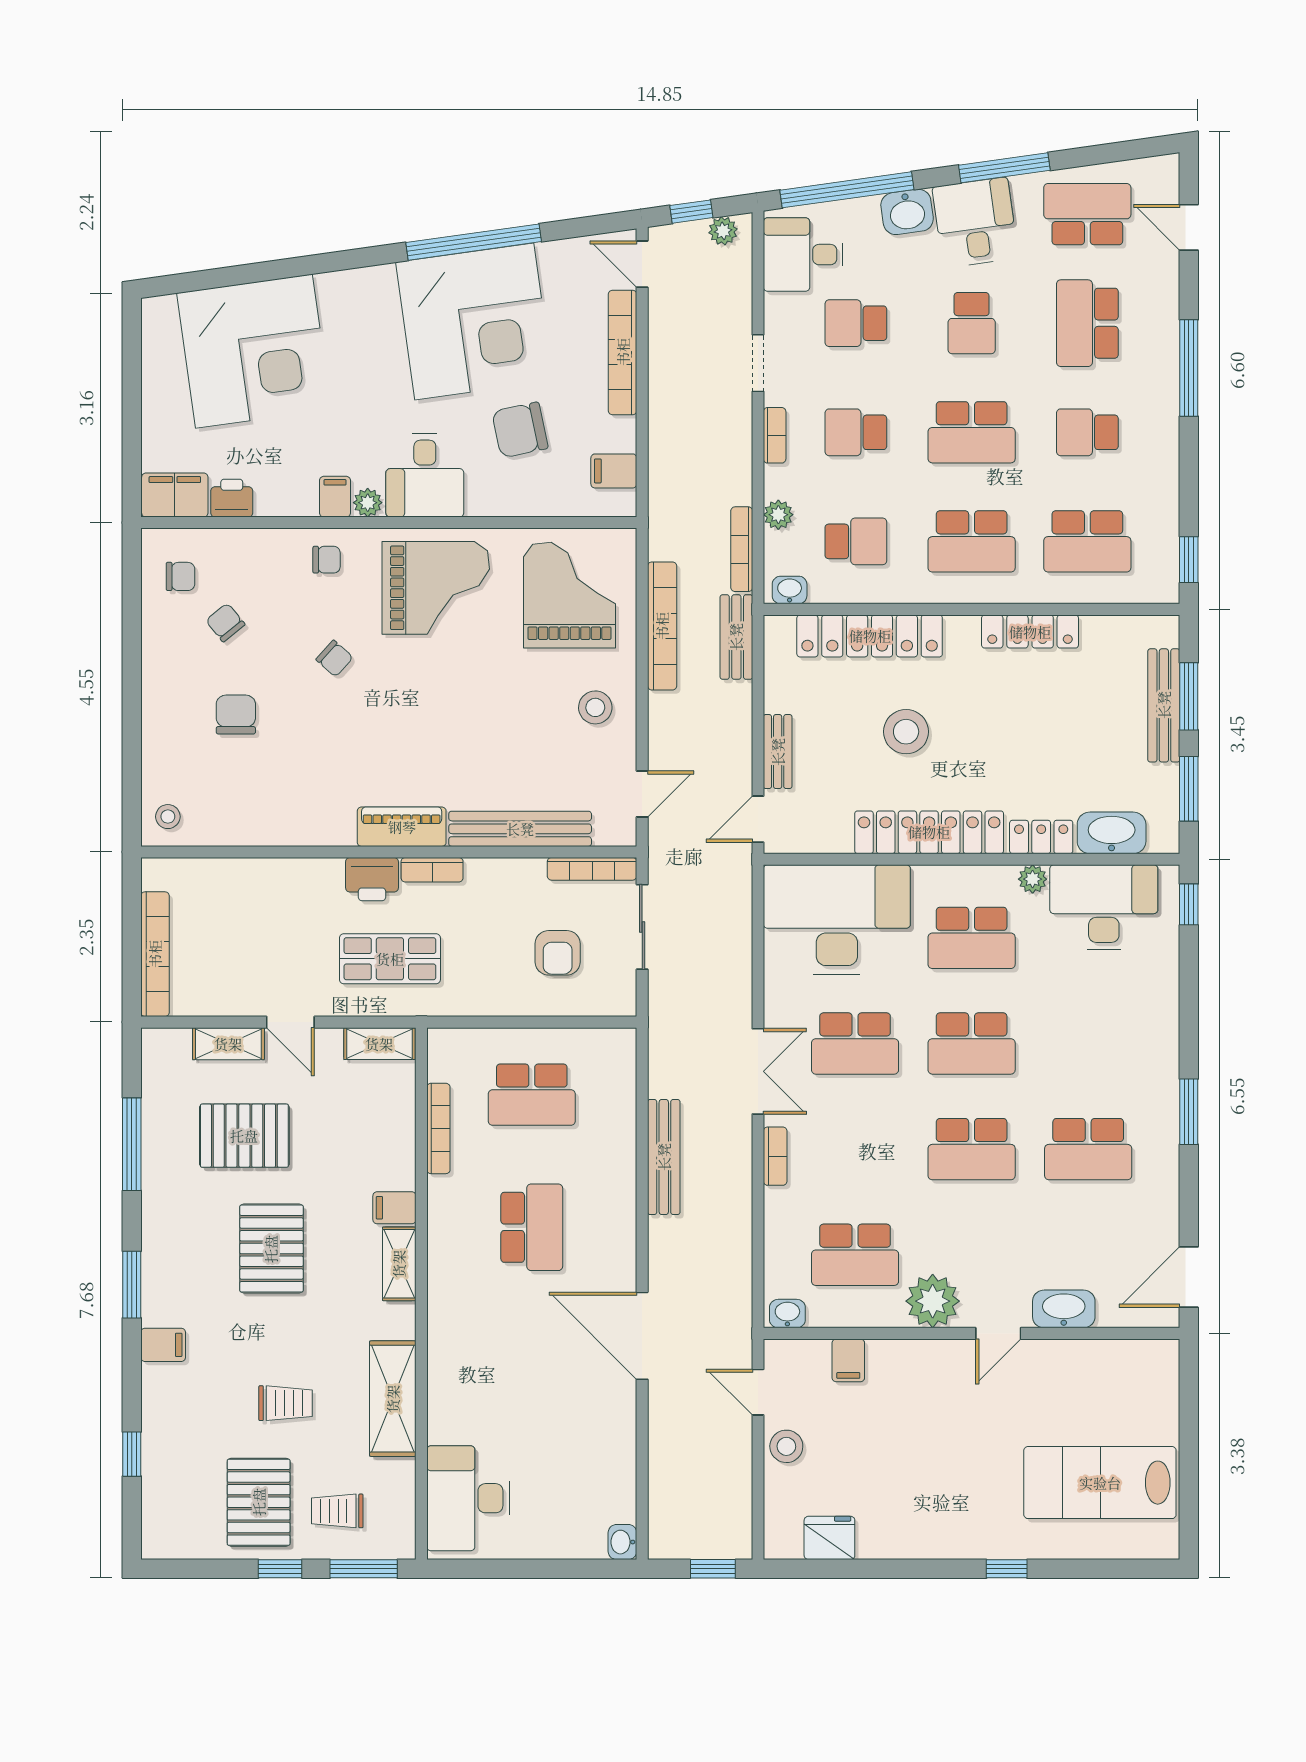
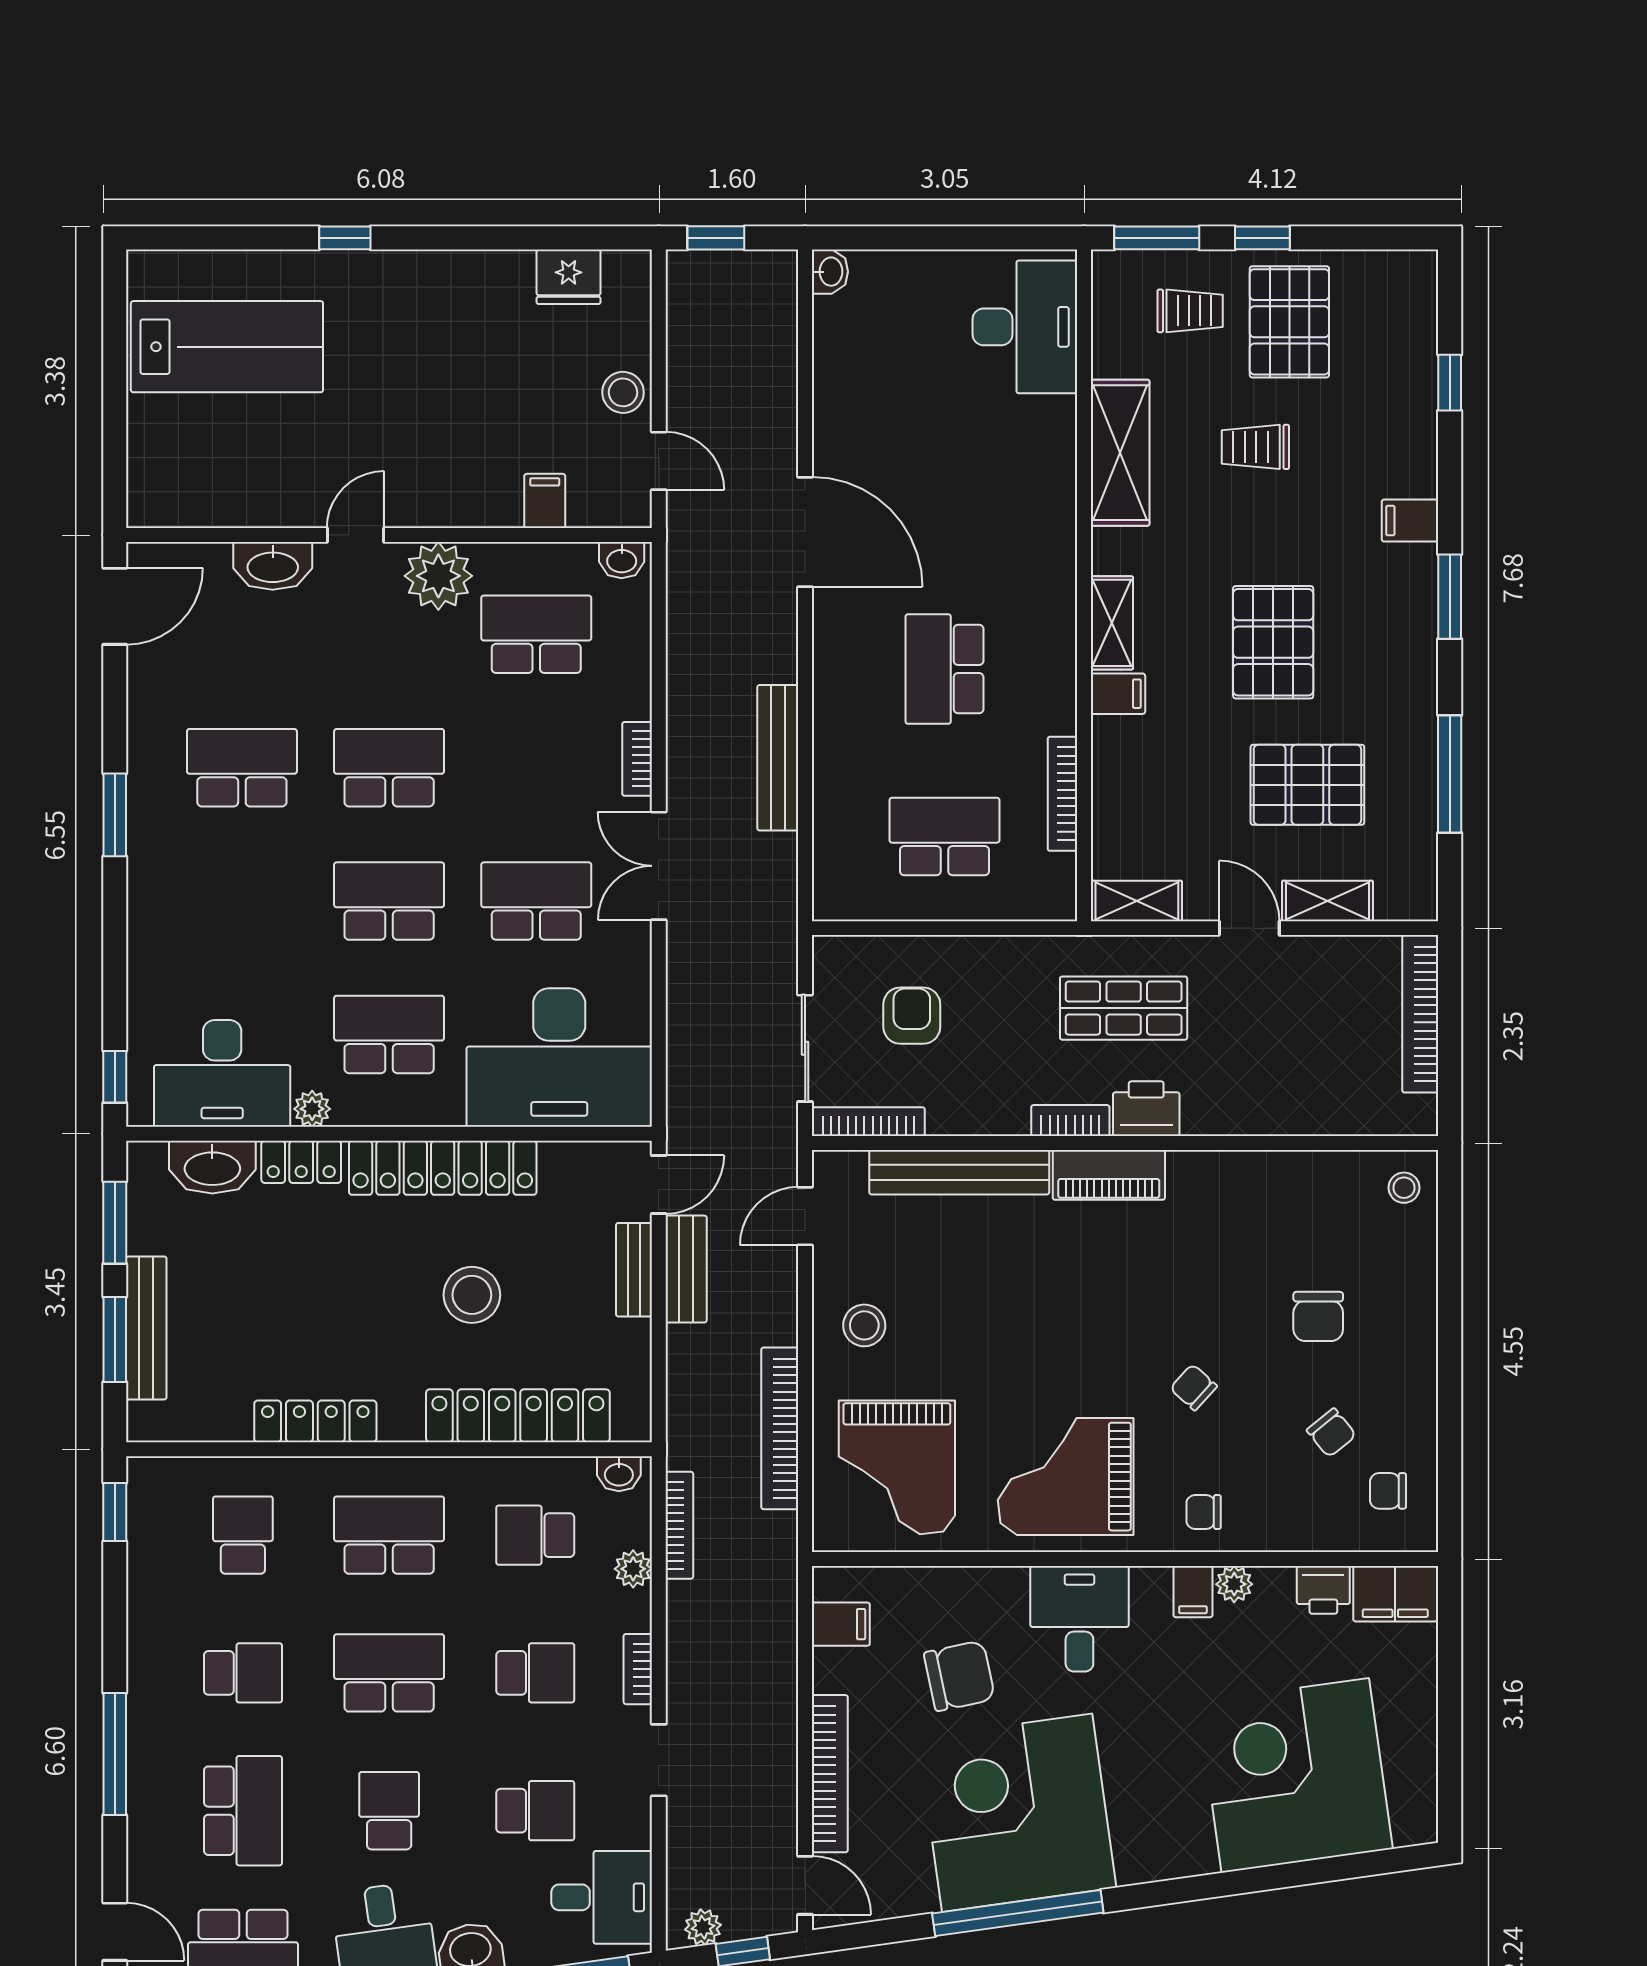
plant: (368, 503) -> (1234, 1584), moved
school desk: (1087, 541) -> (243, 1535), width x0.54
bench: (736, 637) -> (686, 1269), moved

